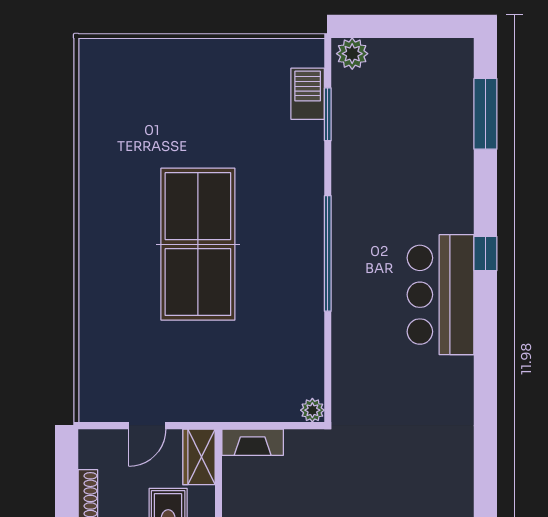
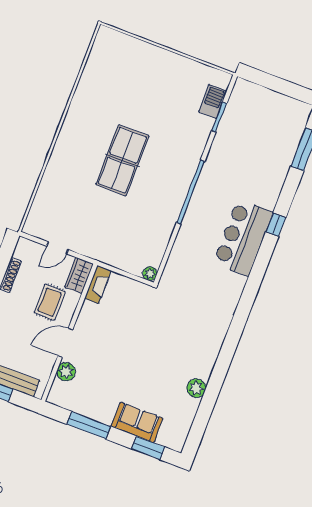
plant: (352, 54) -> (245, 89), removed
table tennis table: (198, 244) -> (122, 160), width x0.73, depth x0.76
fireplace: (253, 442) -> (98, 285), moved, turned -90

